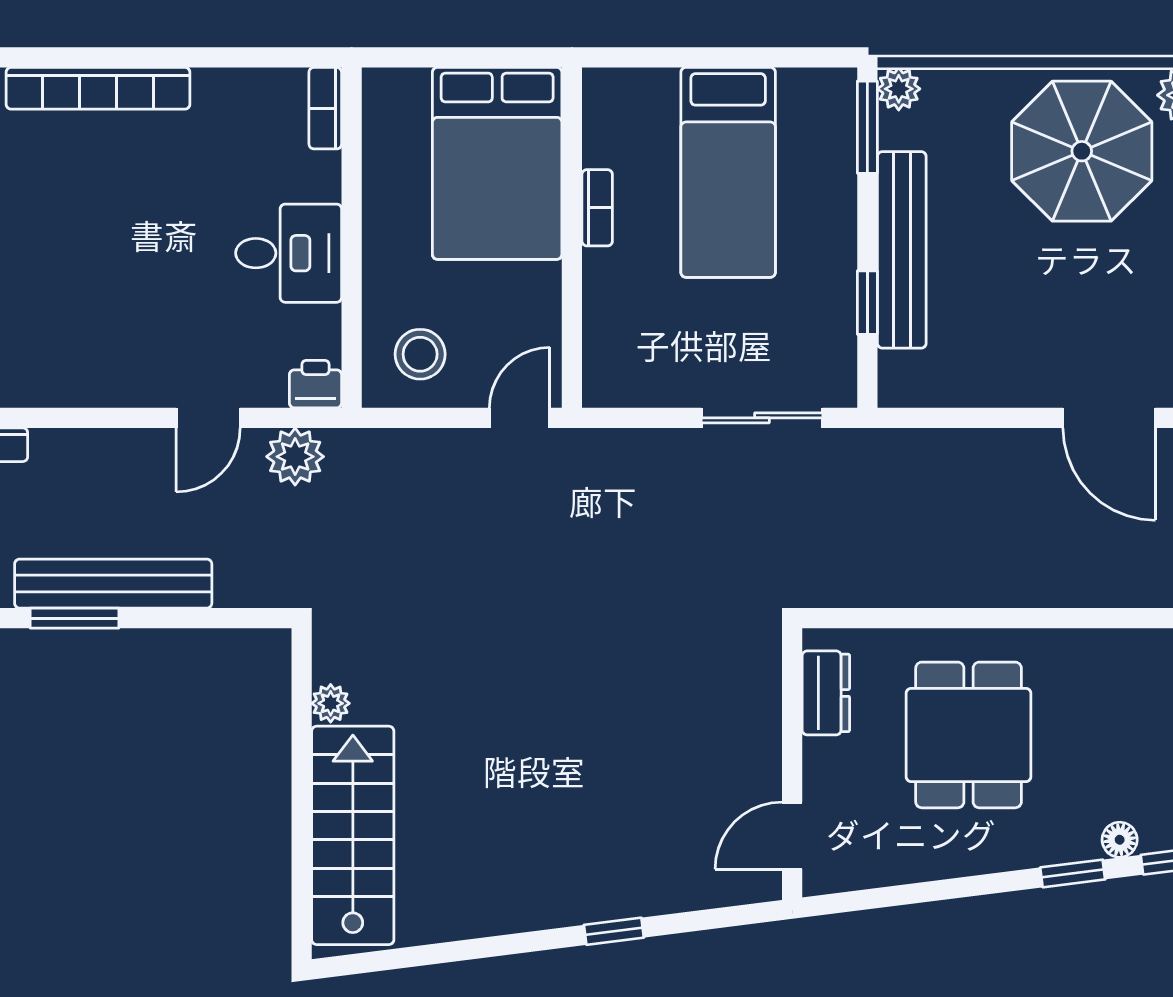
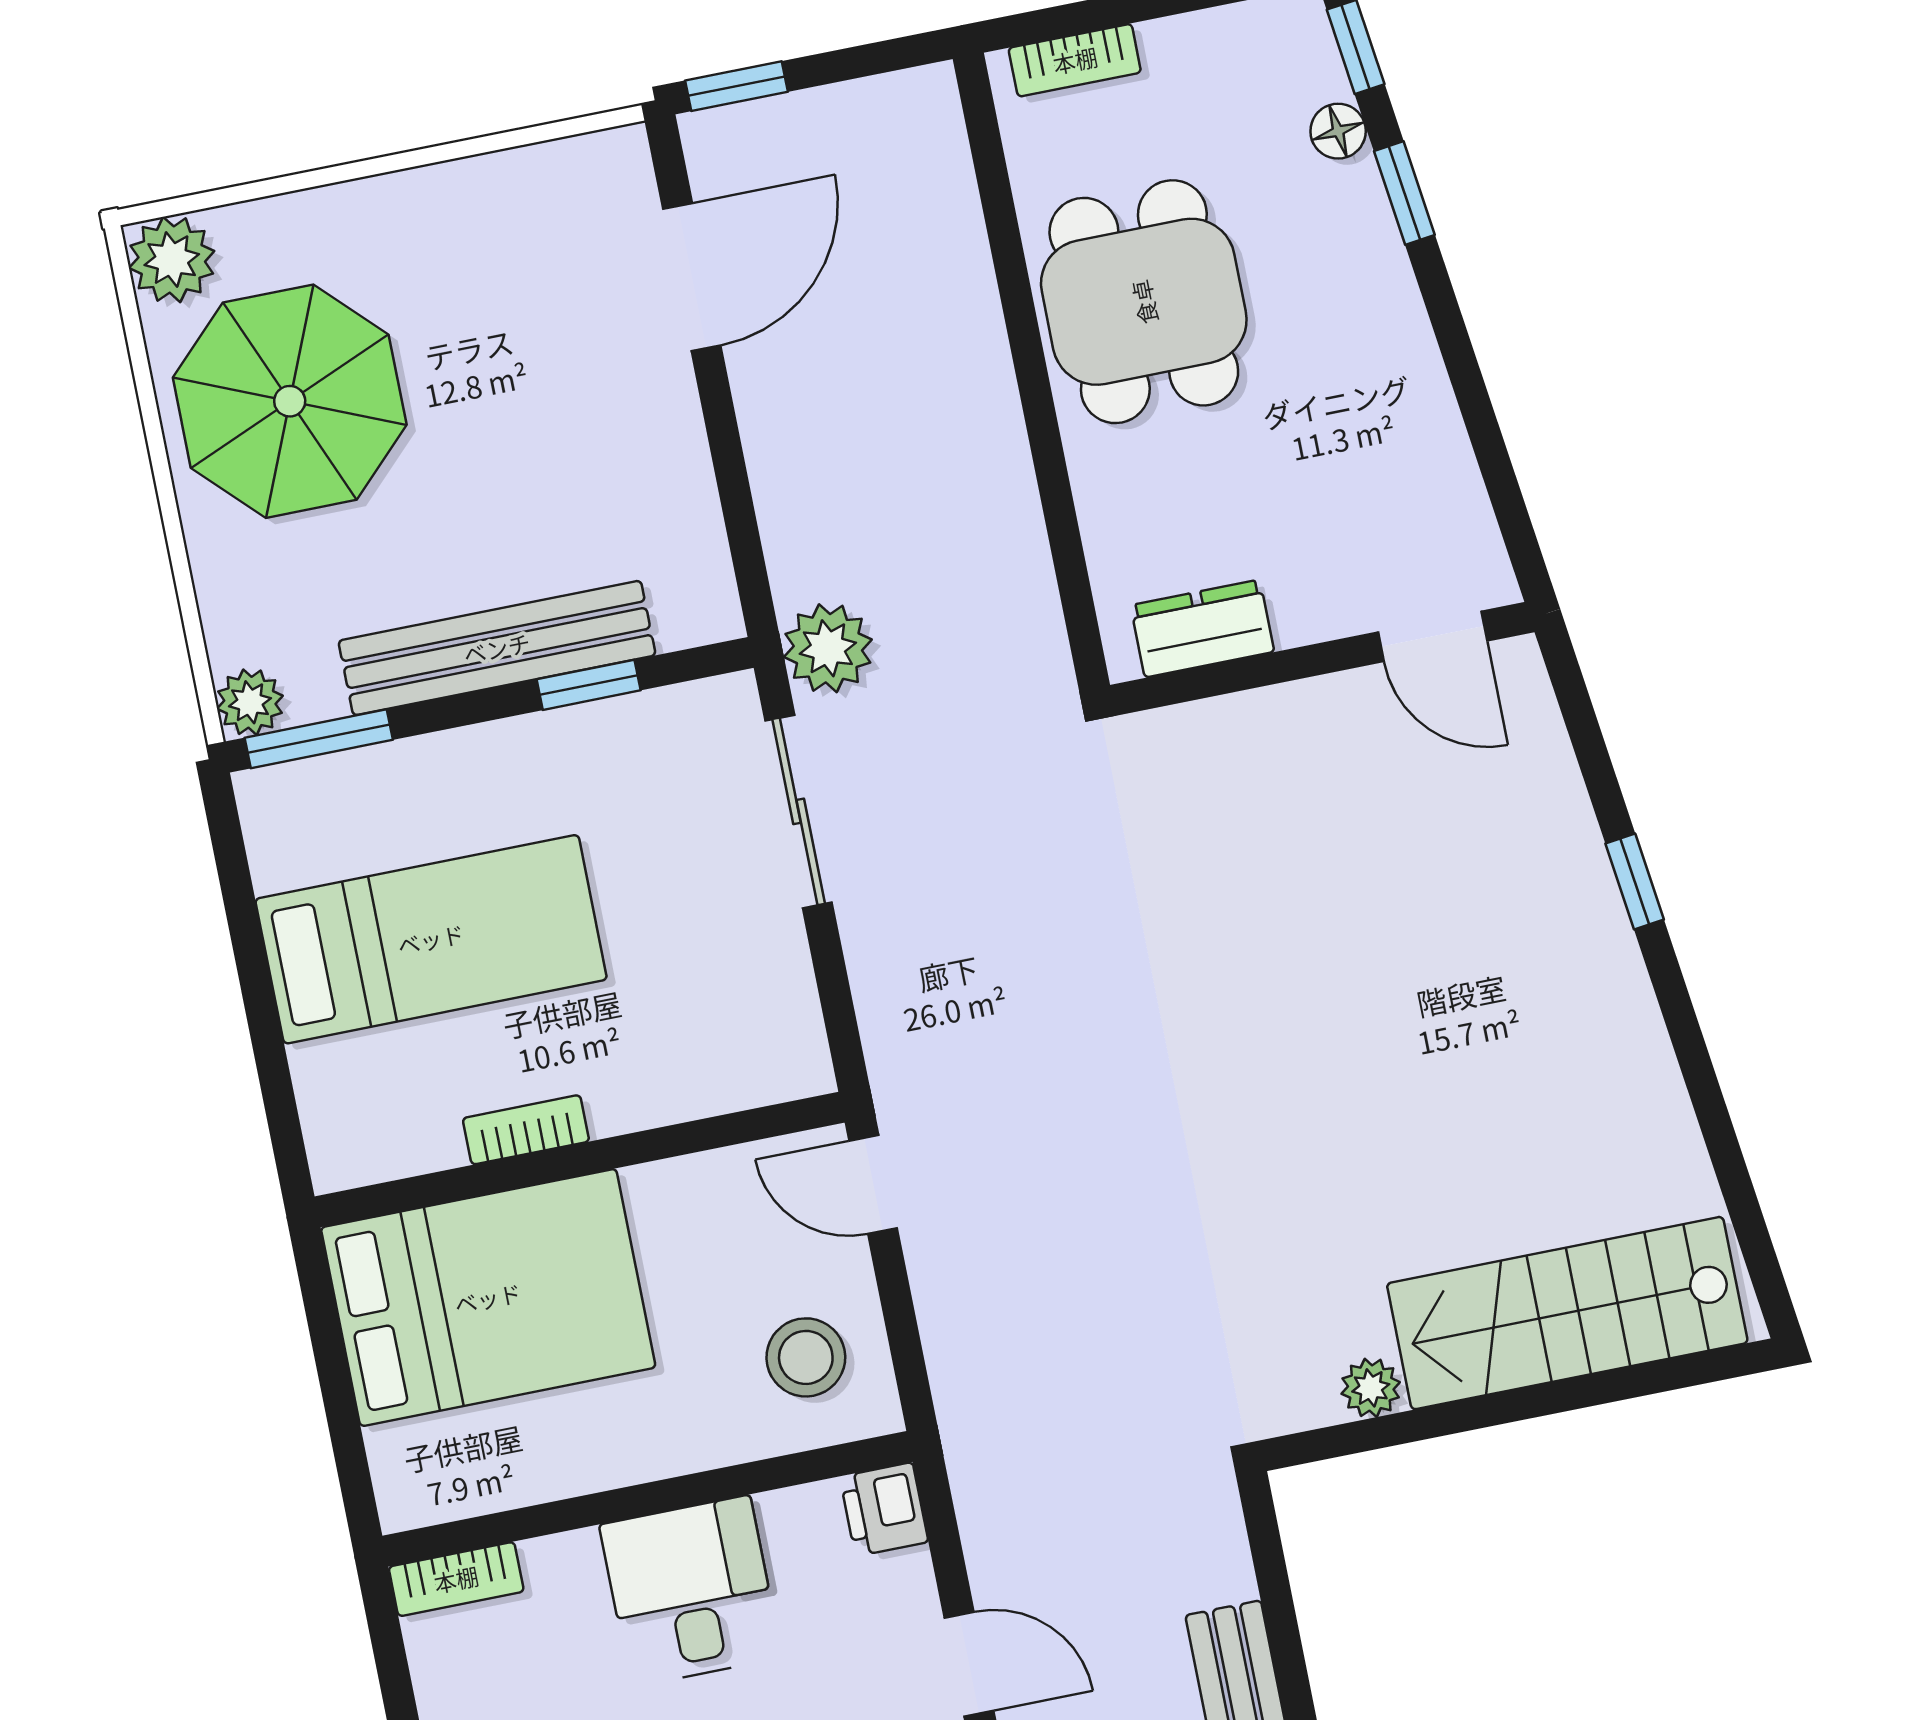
plant: (295, 457) -> (828, 648), moved
dining table: (969, 735) -> (1144, 302), moved, turned 90

